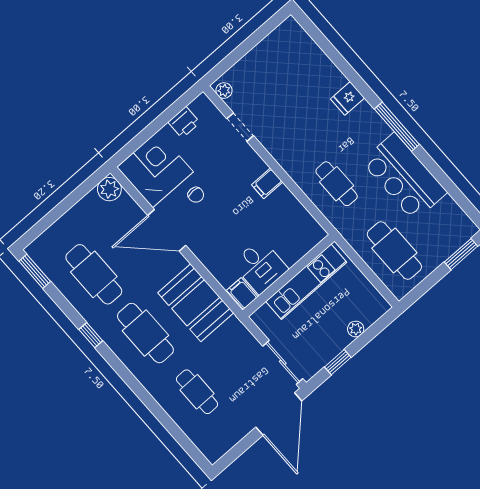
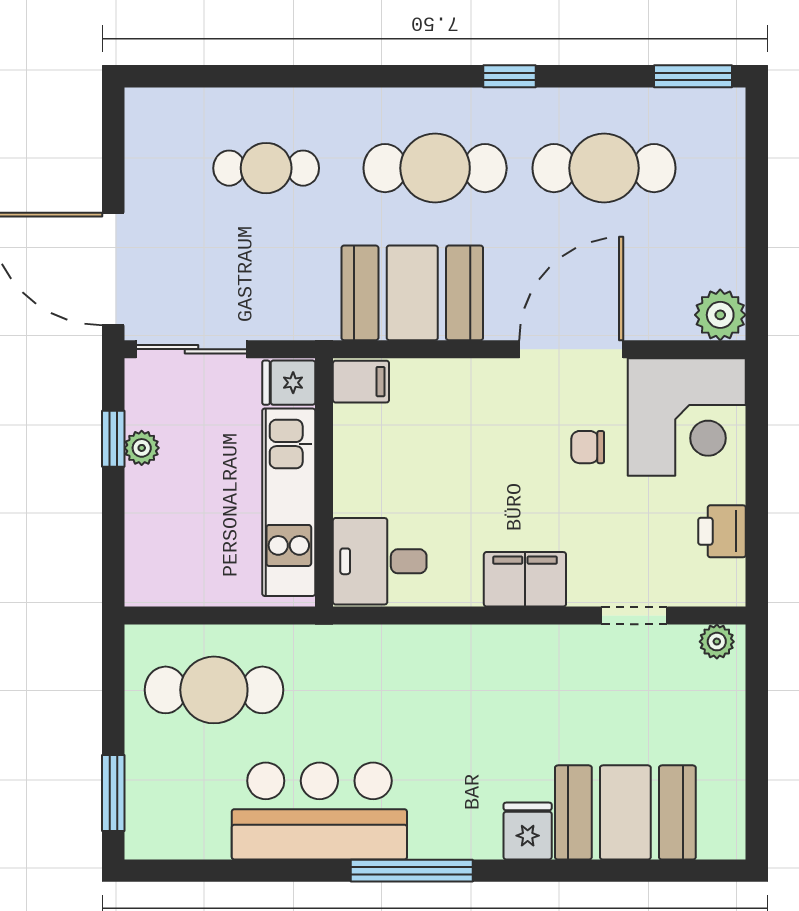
booth: (311, 70) -> (625, 812), added
filing cabinet: (267, 183) -> (525, 579), width x2.00
cafe table: (337, 184) -> (405, 691), removed
desk: (260, 266) -> (380, 561), moved
fridge: (265, 318) -> (289, 383), added
plant: (356, 329) -> (142, 448), moved

